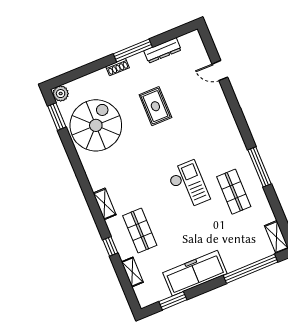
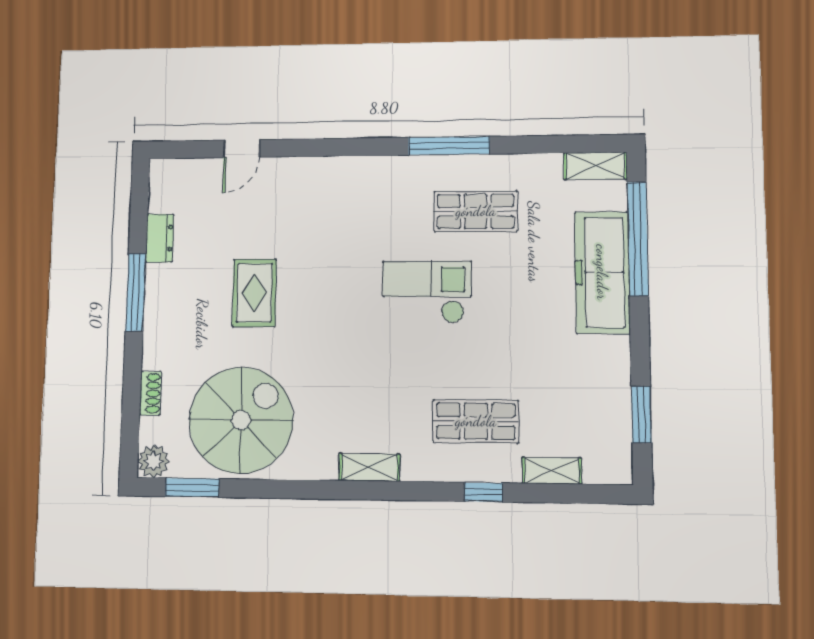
dresser: (162, 50) -> (160, 238), width x0.70
shoe rack: (118, 67) -> (150, 393), moved
rug: (155, 106) -> (254, 293), turned 90
spiral stairs: (96, 125) -> (241, 420), turned 90
shelving: (105, 204) -> (369, 467), moved
freezer: (195, 273) -> (602, 272), moved

